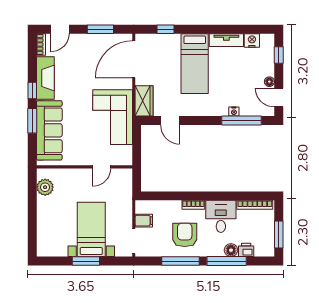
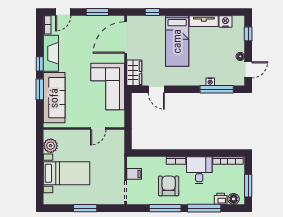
door: (279, 98) -> (248, 70), swing flipped
bed with nightstands: (91, 229) -> (66, 173), moved, turned 90
floor lamp: (231, 250) -> (234, 199), moved

